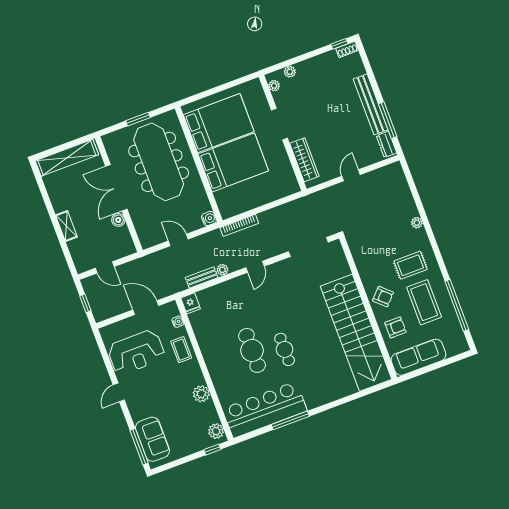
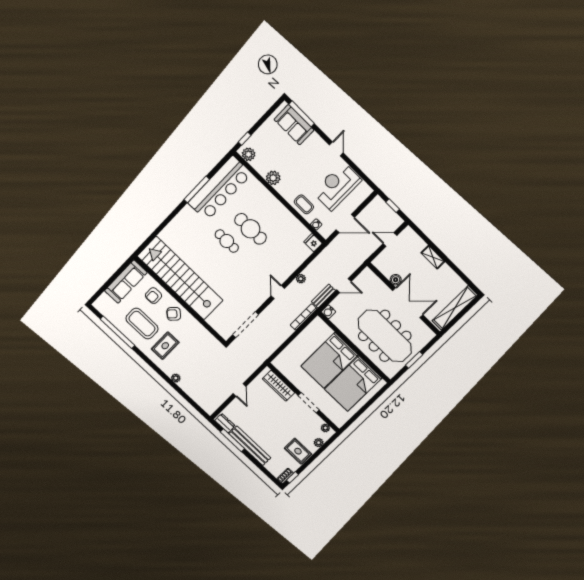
rug: (318, 72) -> (298, 451), added
bench: (202, 277) -> (323, 296), moved

